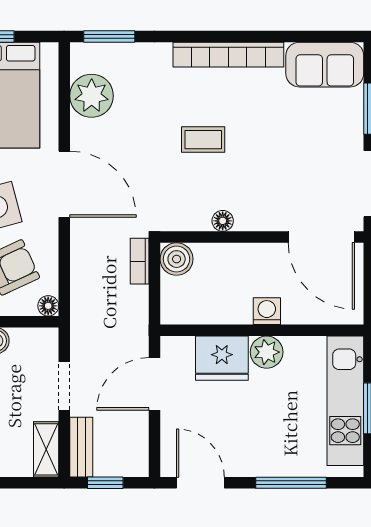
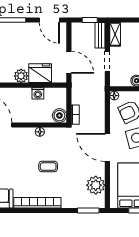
washing machine: (267, 311) -> (38, 93), moved
door: (155, 384) -> (69, 62), hinge flipped

